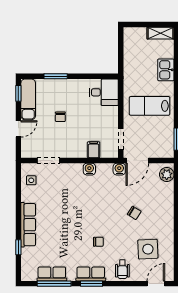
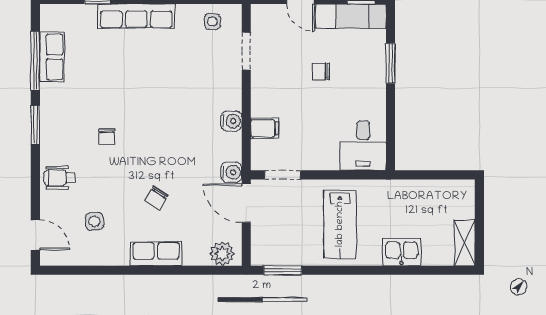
lab bench: (150, 106) -> (340, 224), turned 180
side table: (148, 249) -> (94, 221), width x0.54, depth x0.54
row of seats: (91, 274) -> (156, 254), moved, turned -90

